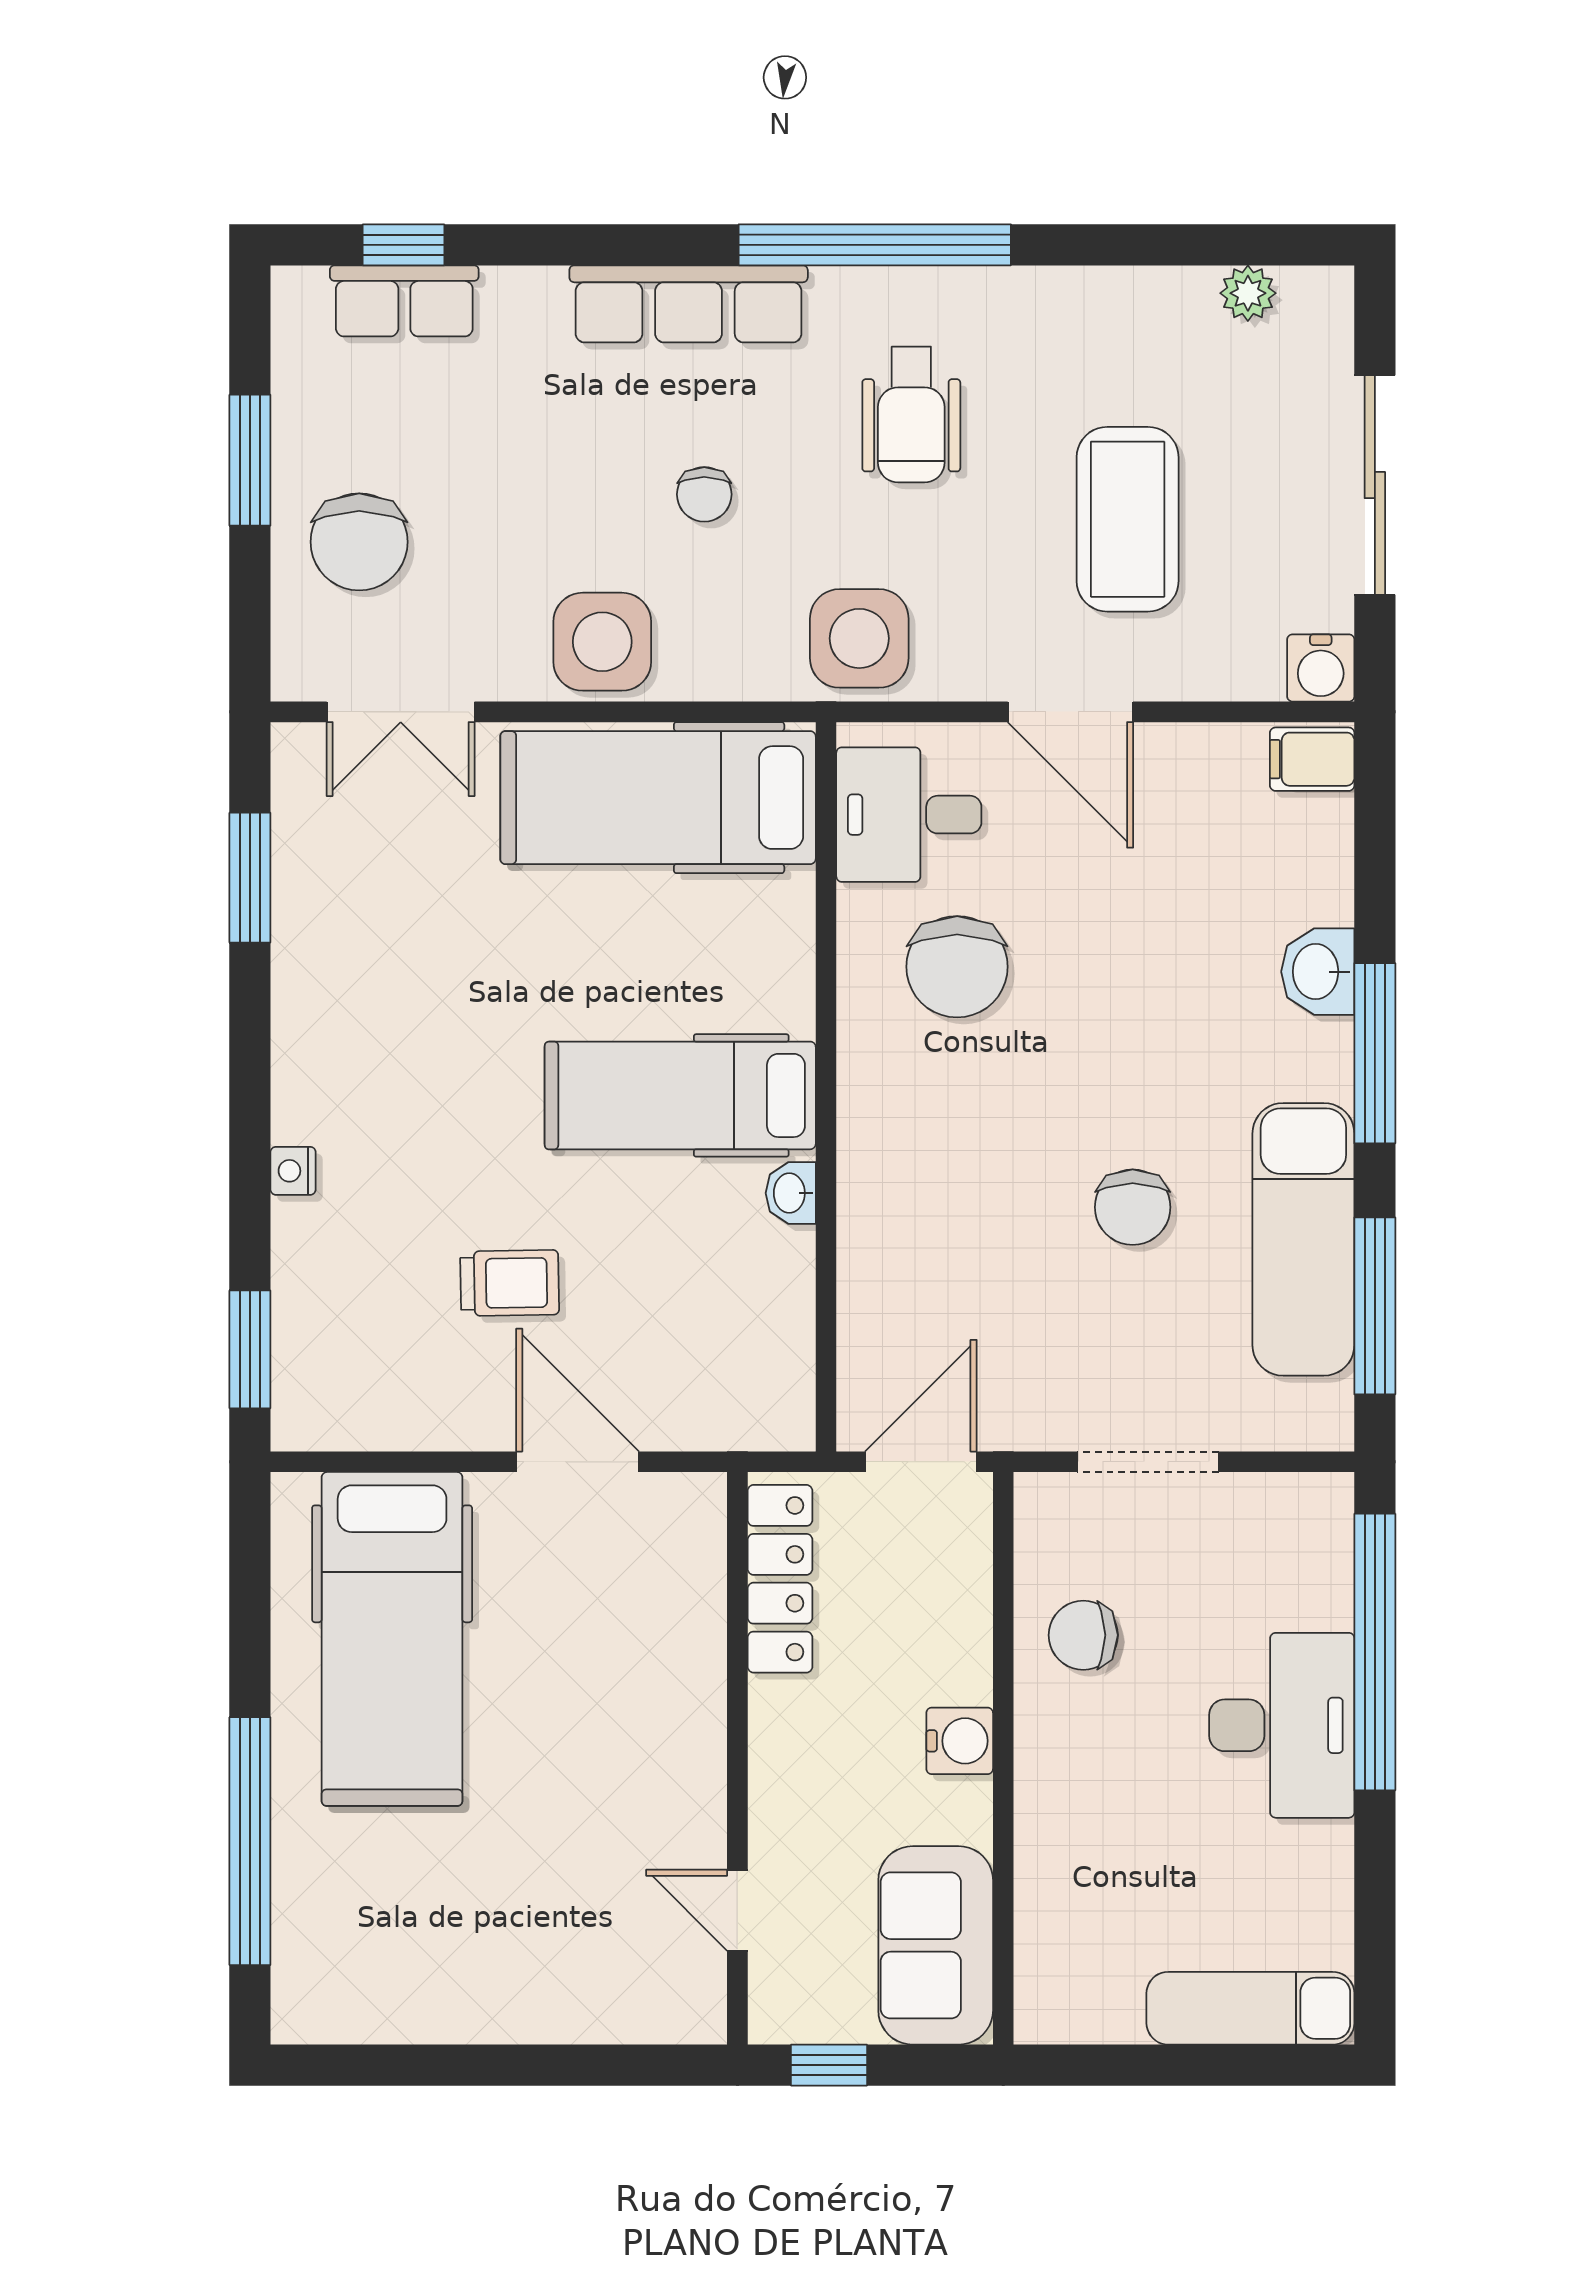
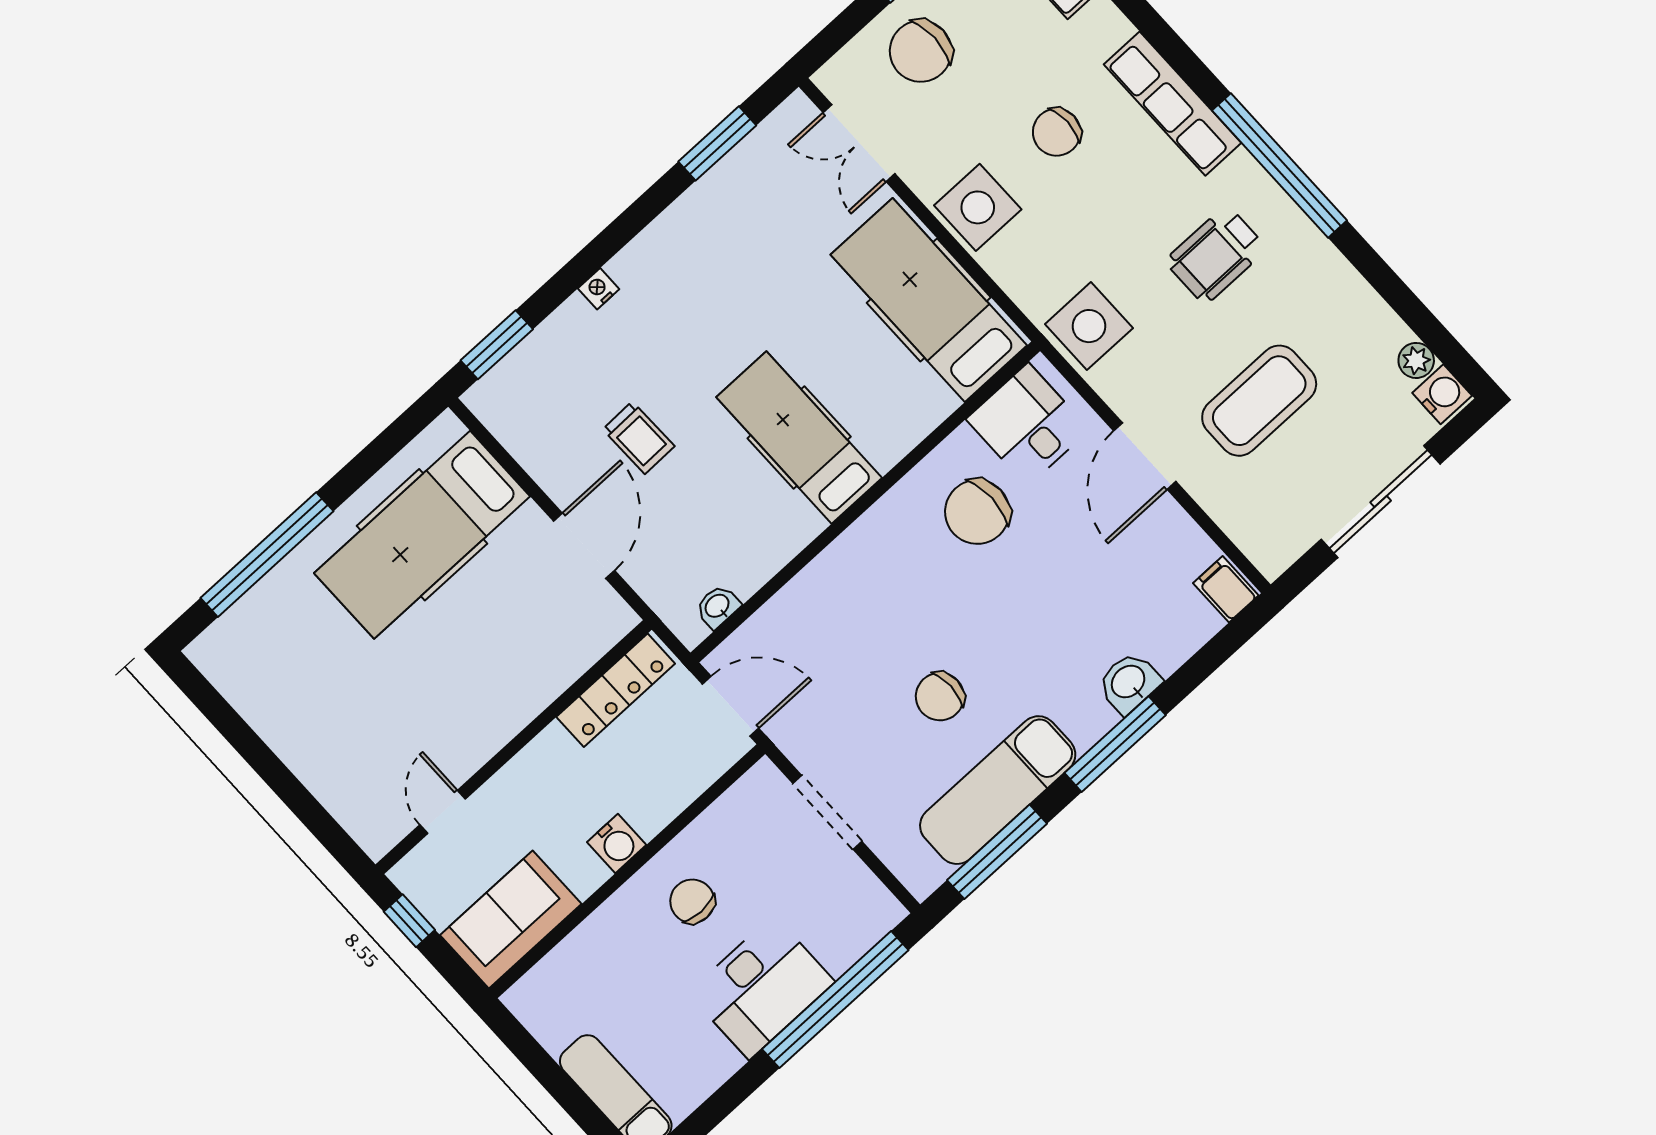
chair: (704, 494) -> (1057, 132), moved, width x1.37, depth x1.37
water cooler: (1321, 668) -> (1442, 394), moved, turned 180
washbasin: (791, 1193) -> (718, 606), moved
chair: (1083, 1635) -> (692, 901), moved

